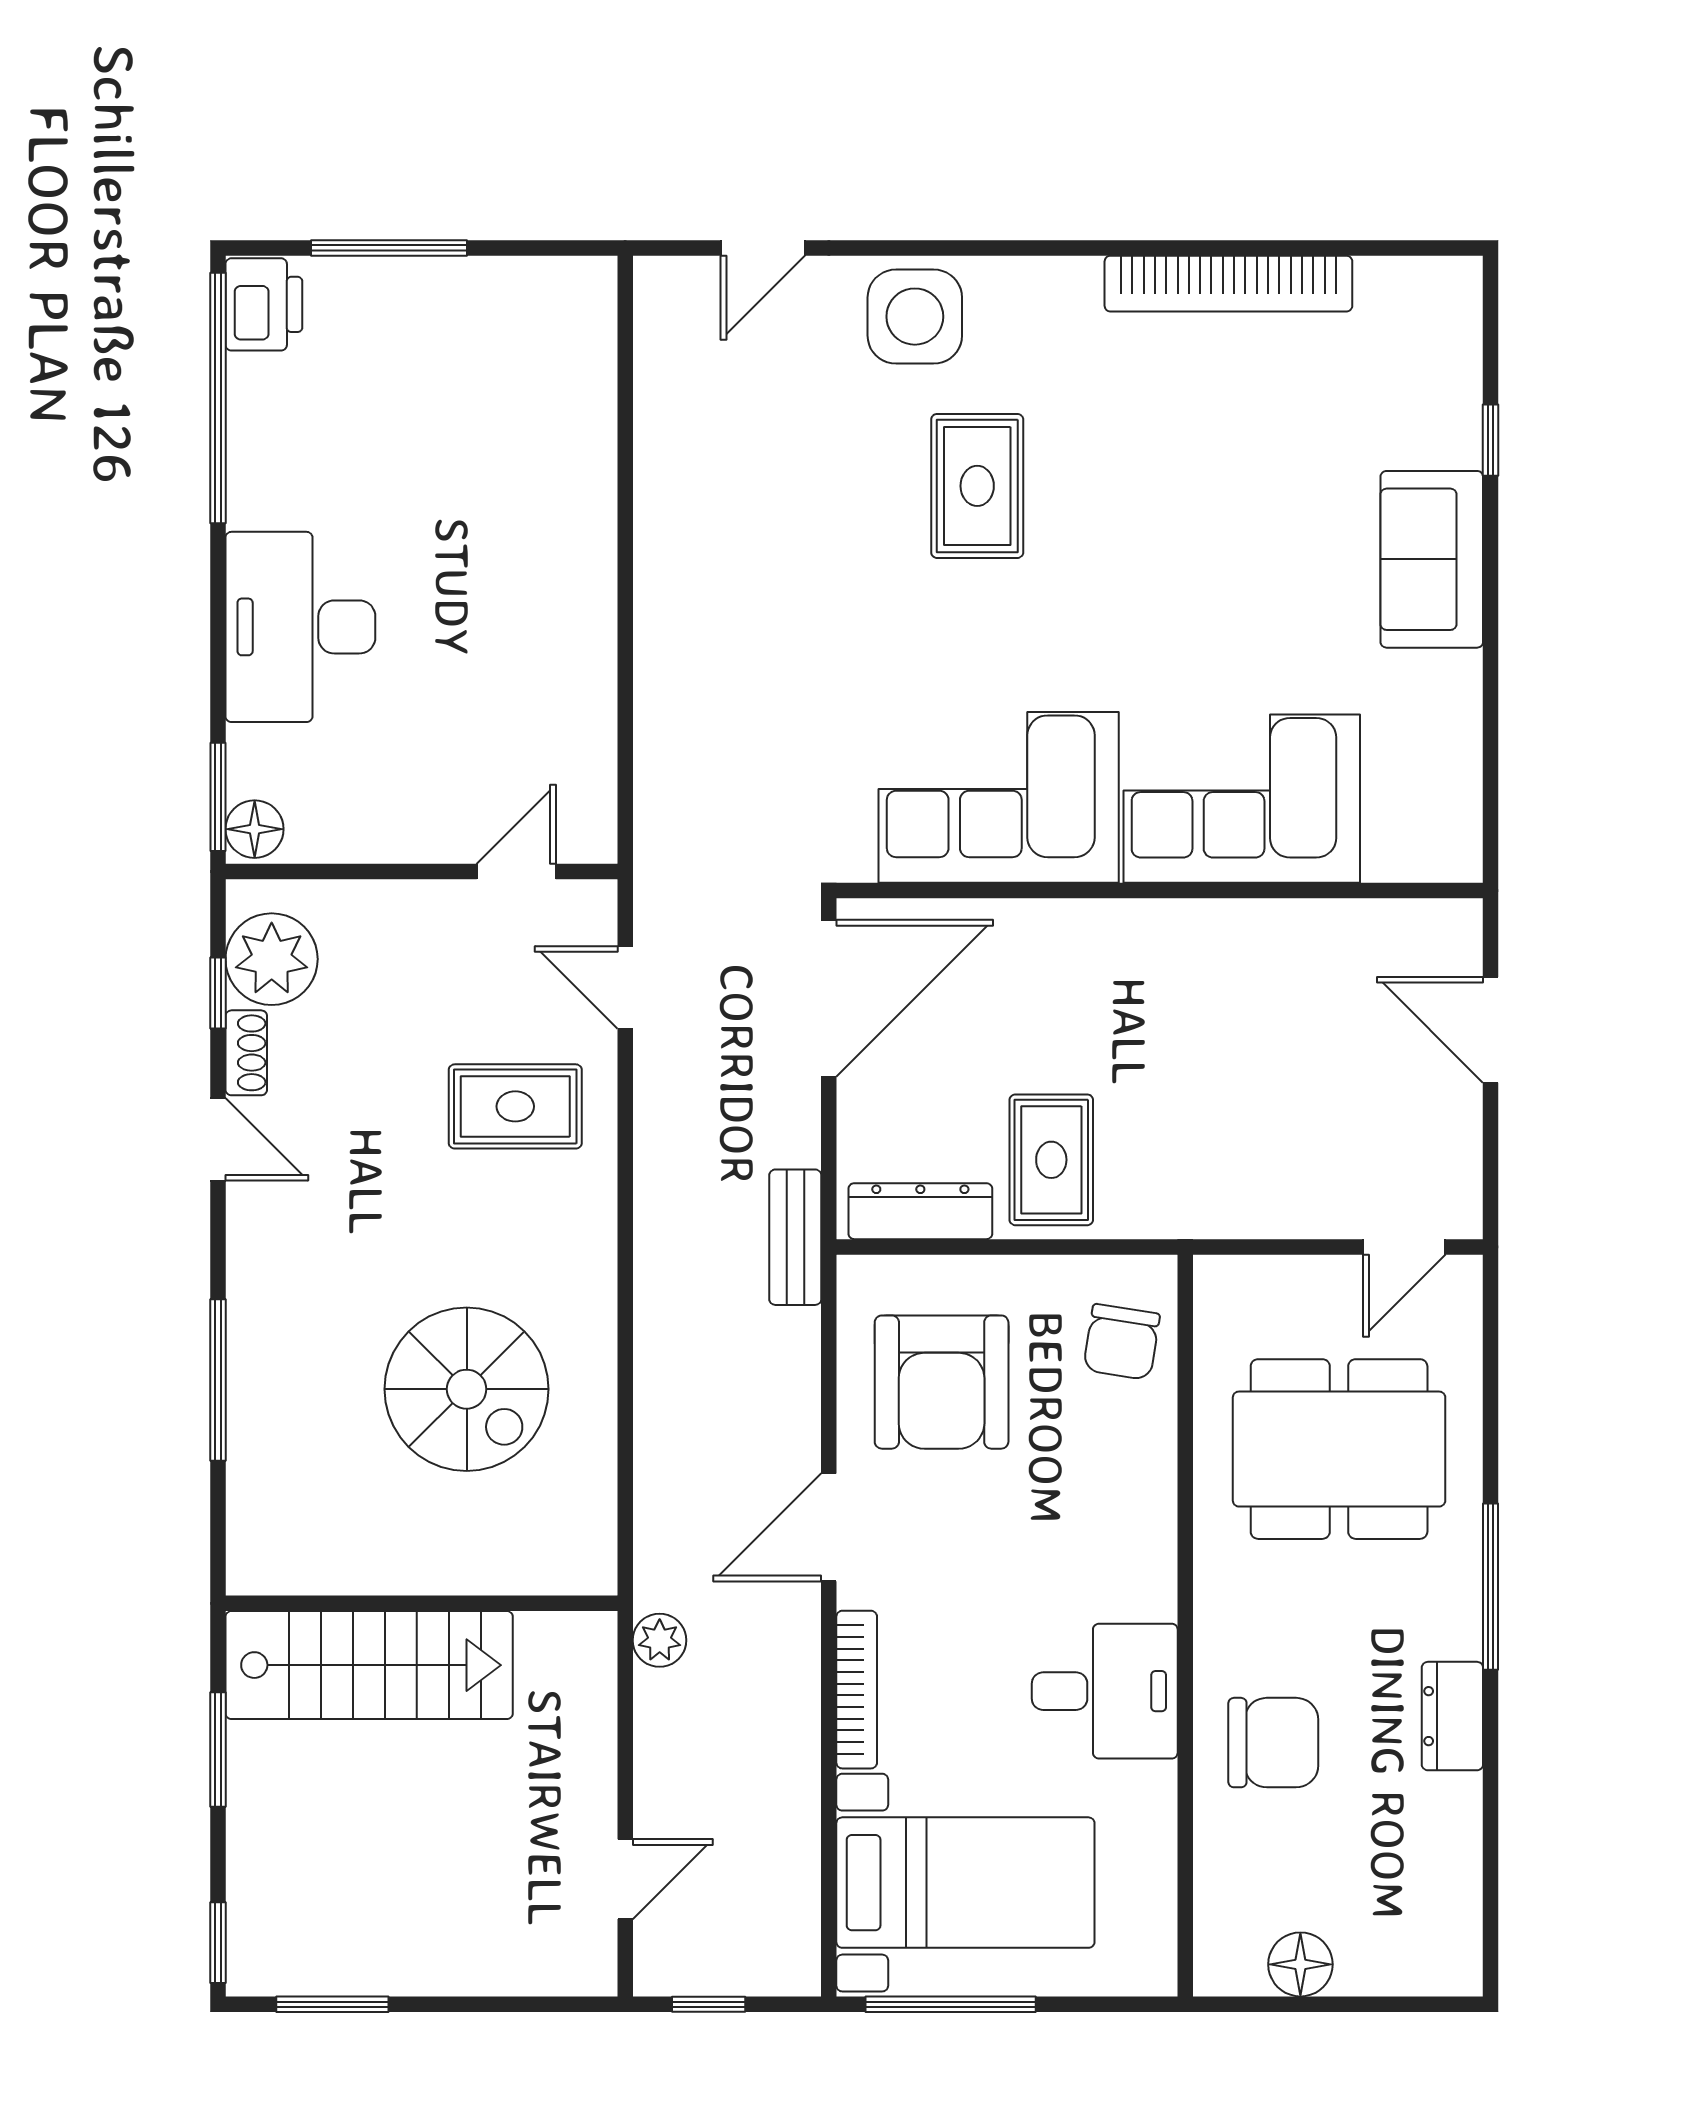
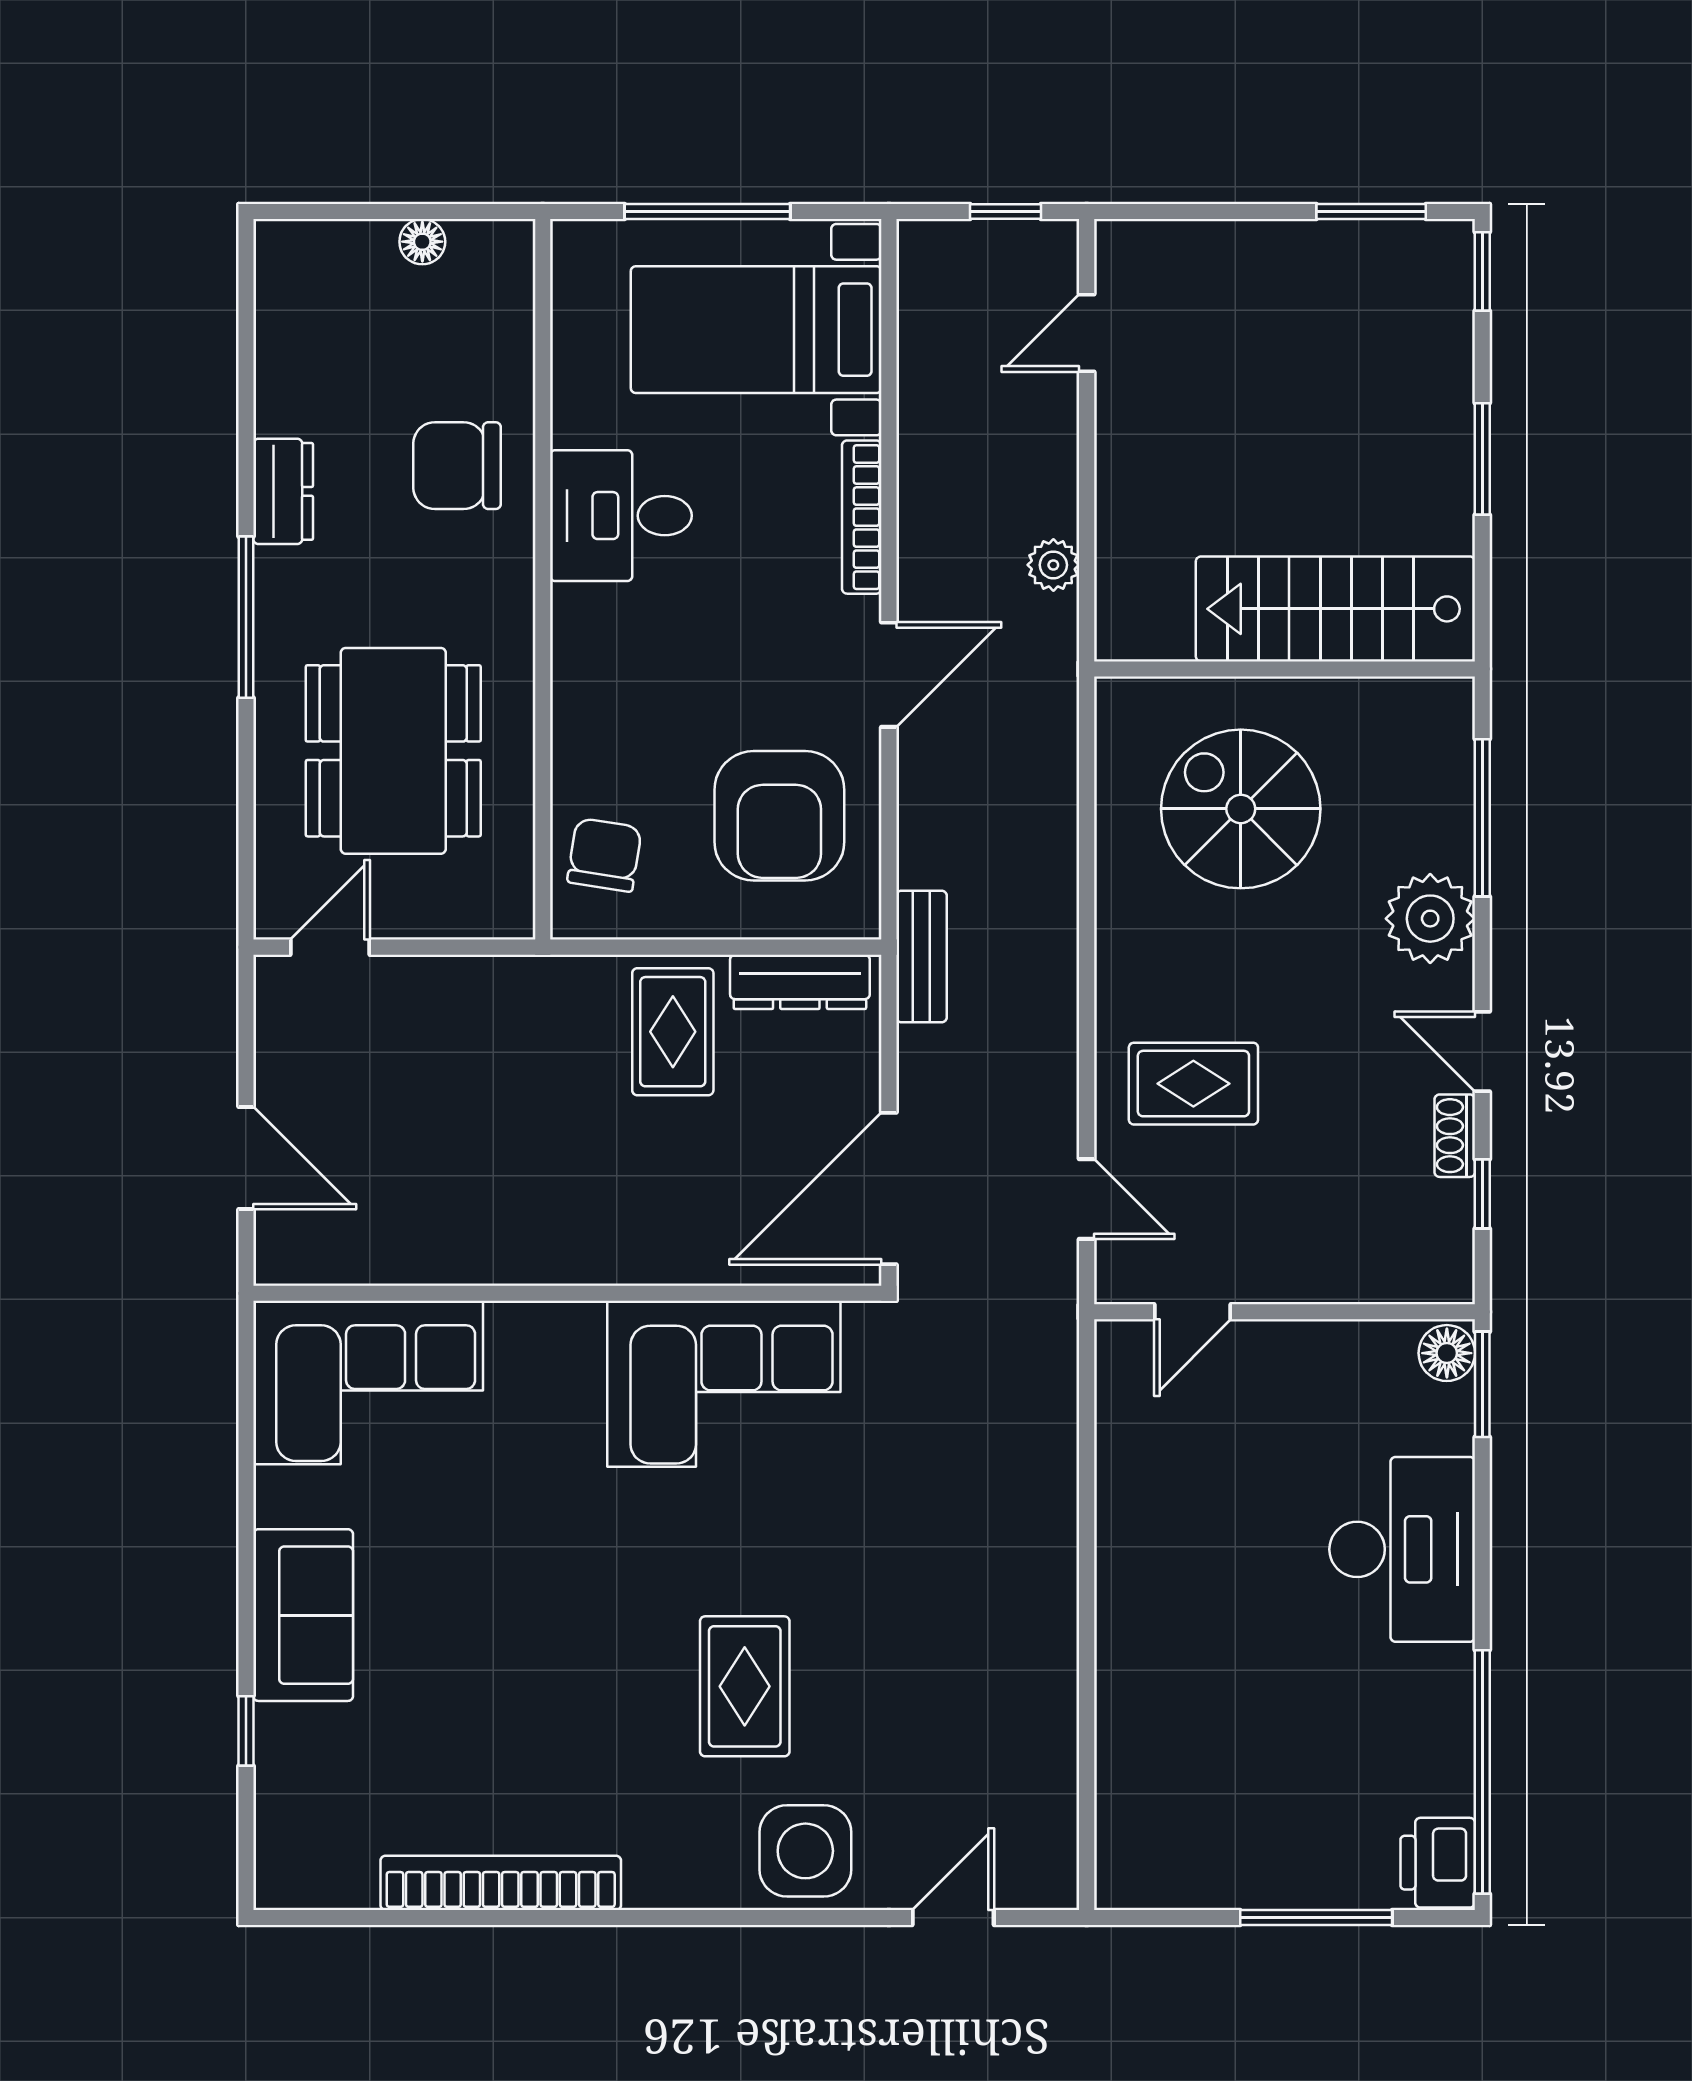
corner sofa: (1242, 799) -> (368, 1383), moved
plant: (272, 959) -> (1430, 919), moved
armchair: (942, 1382) -> (779, 816), turned 180
dining table: (1339, 1449) -> (393, 751), turned 90
wall: (422, 1603) -> (1284, 669), moved
stairs: (369, 1665) -> (1335, 609), moved
floor lamp: (1300, 1964) -> (422, 242), width x0.73, depth x0.73
window: (951, 2004) -> (707, 212), moved

